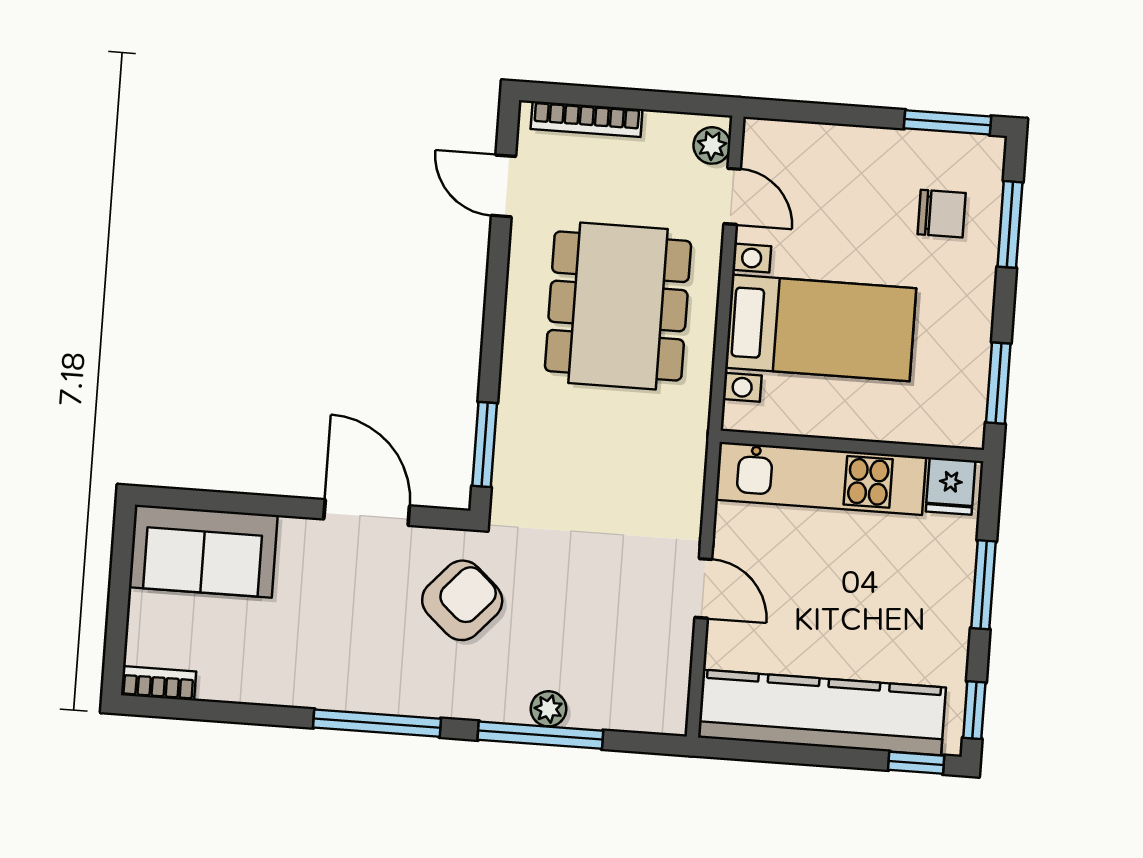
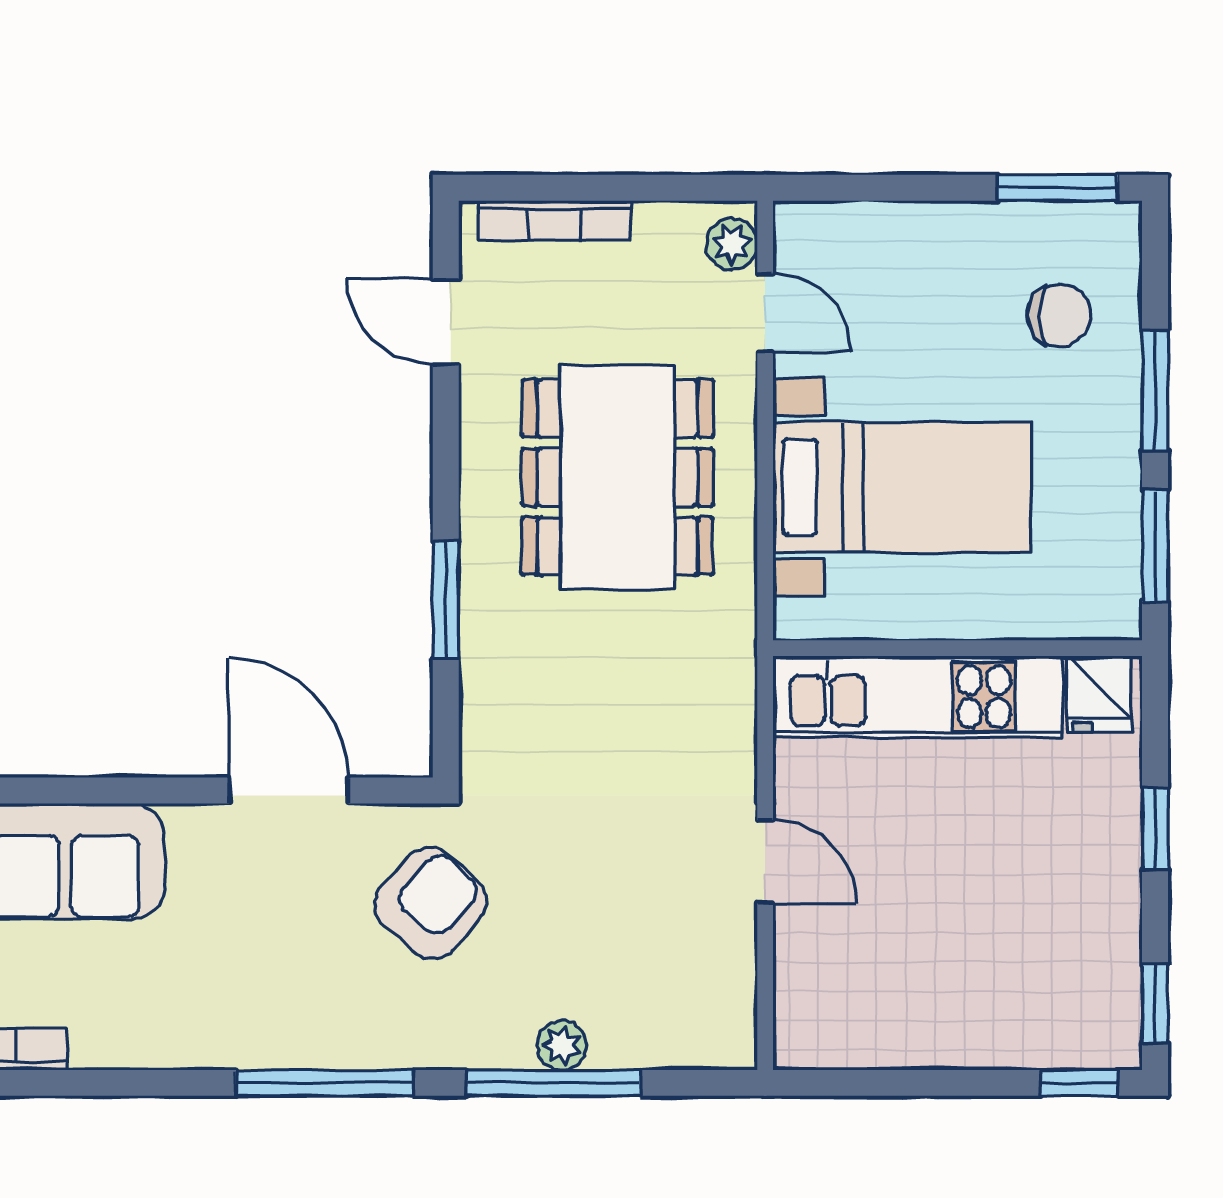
window: (1010, 224) -> (1155, 391), moved
window: (485, 445) -> (446, 600), moved
window: (984, 585) -> (1155, 828), width x0.67
kitchen counter: (822, 712) -> (943, 1022), removed

